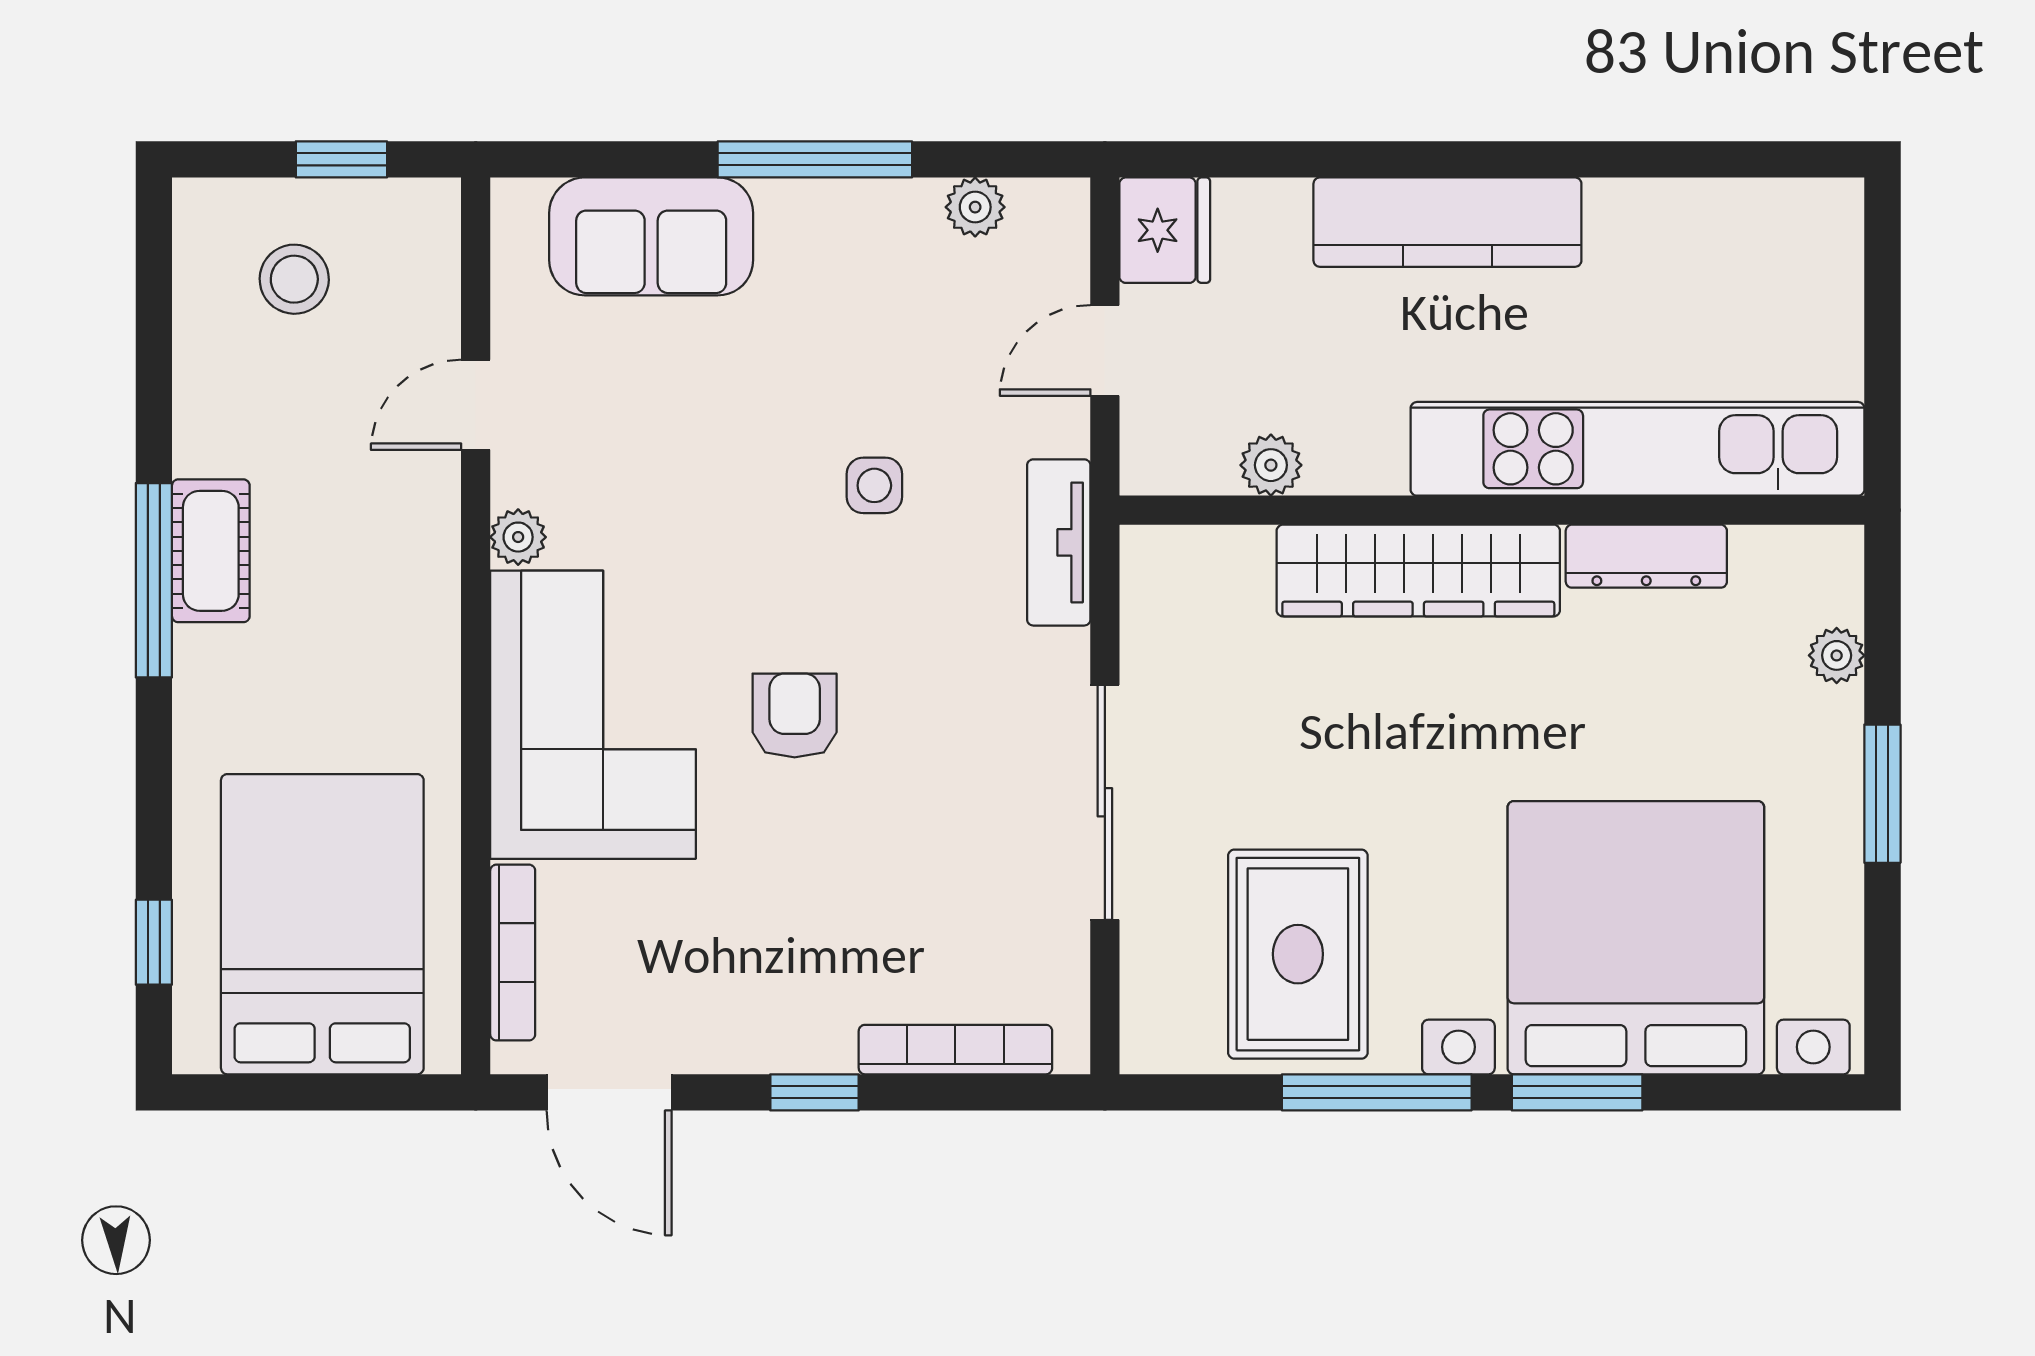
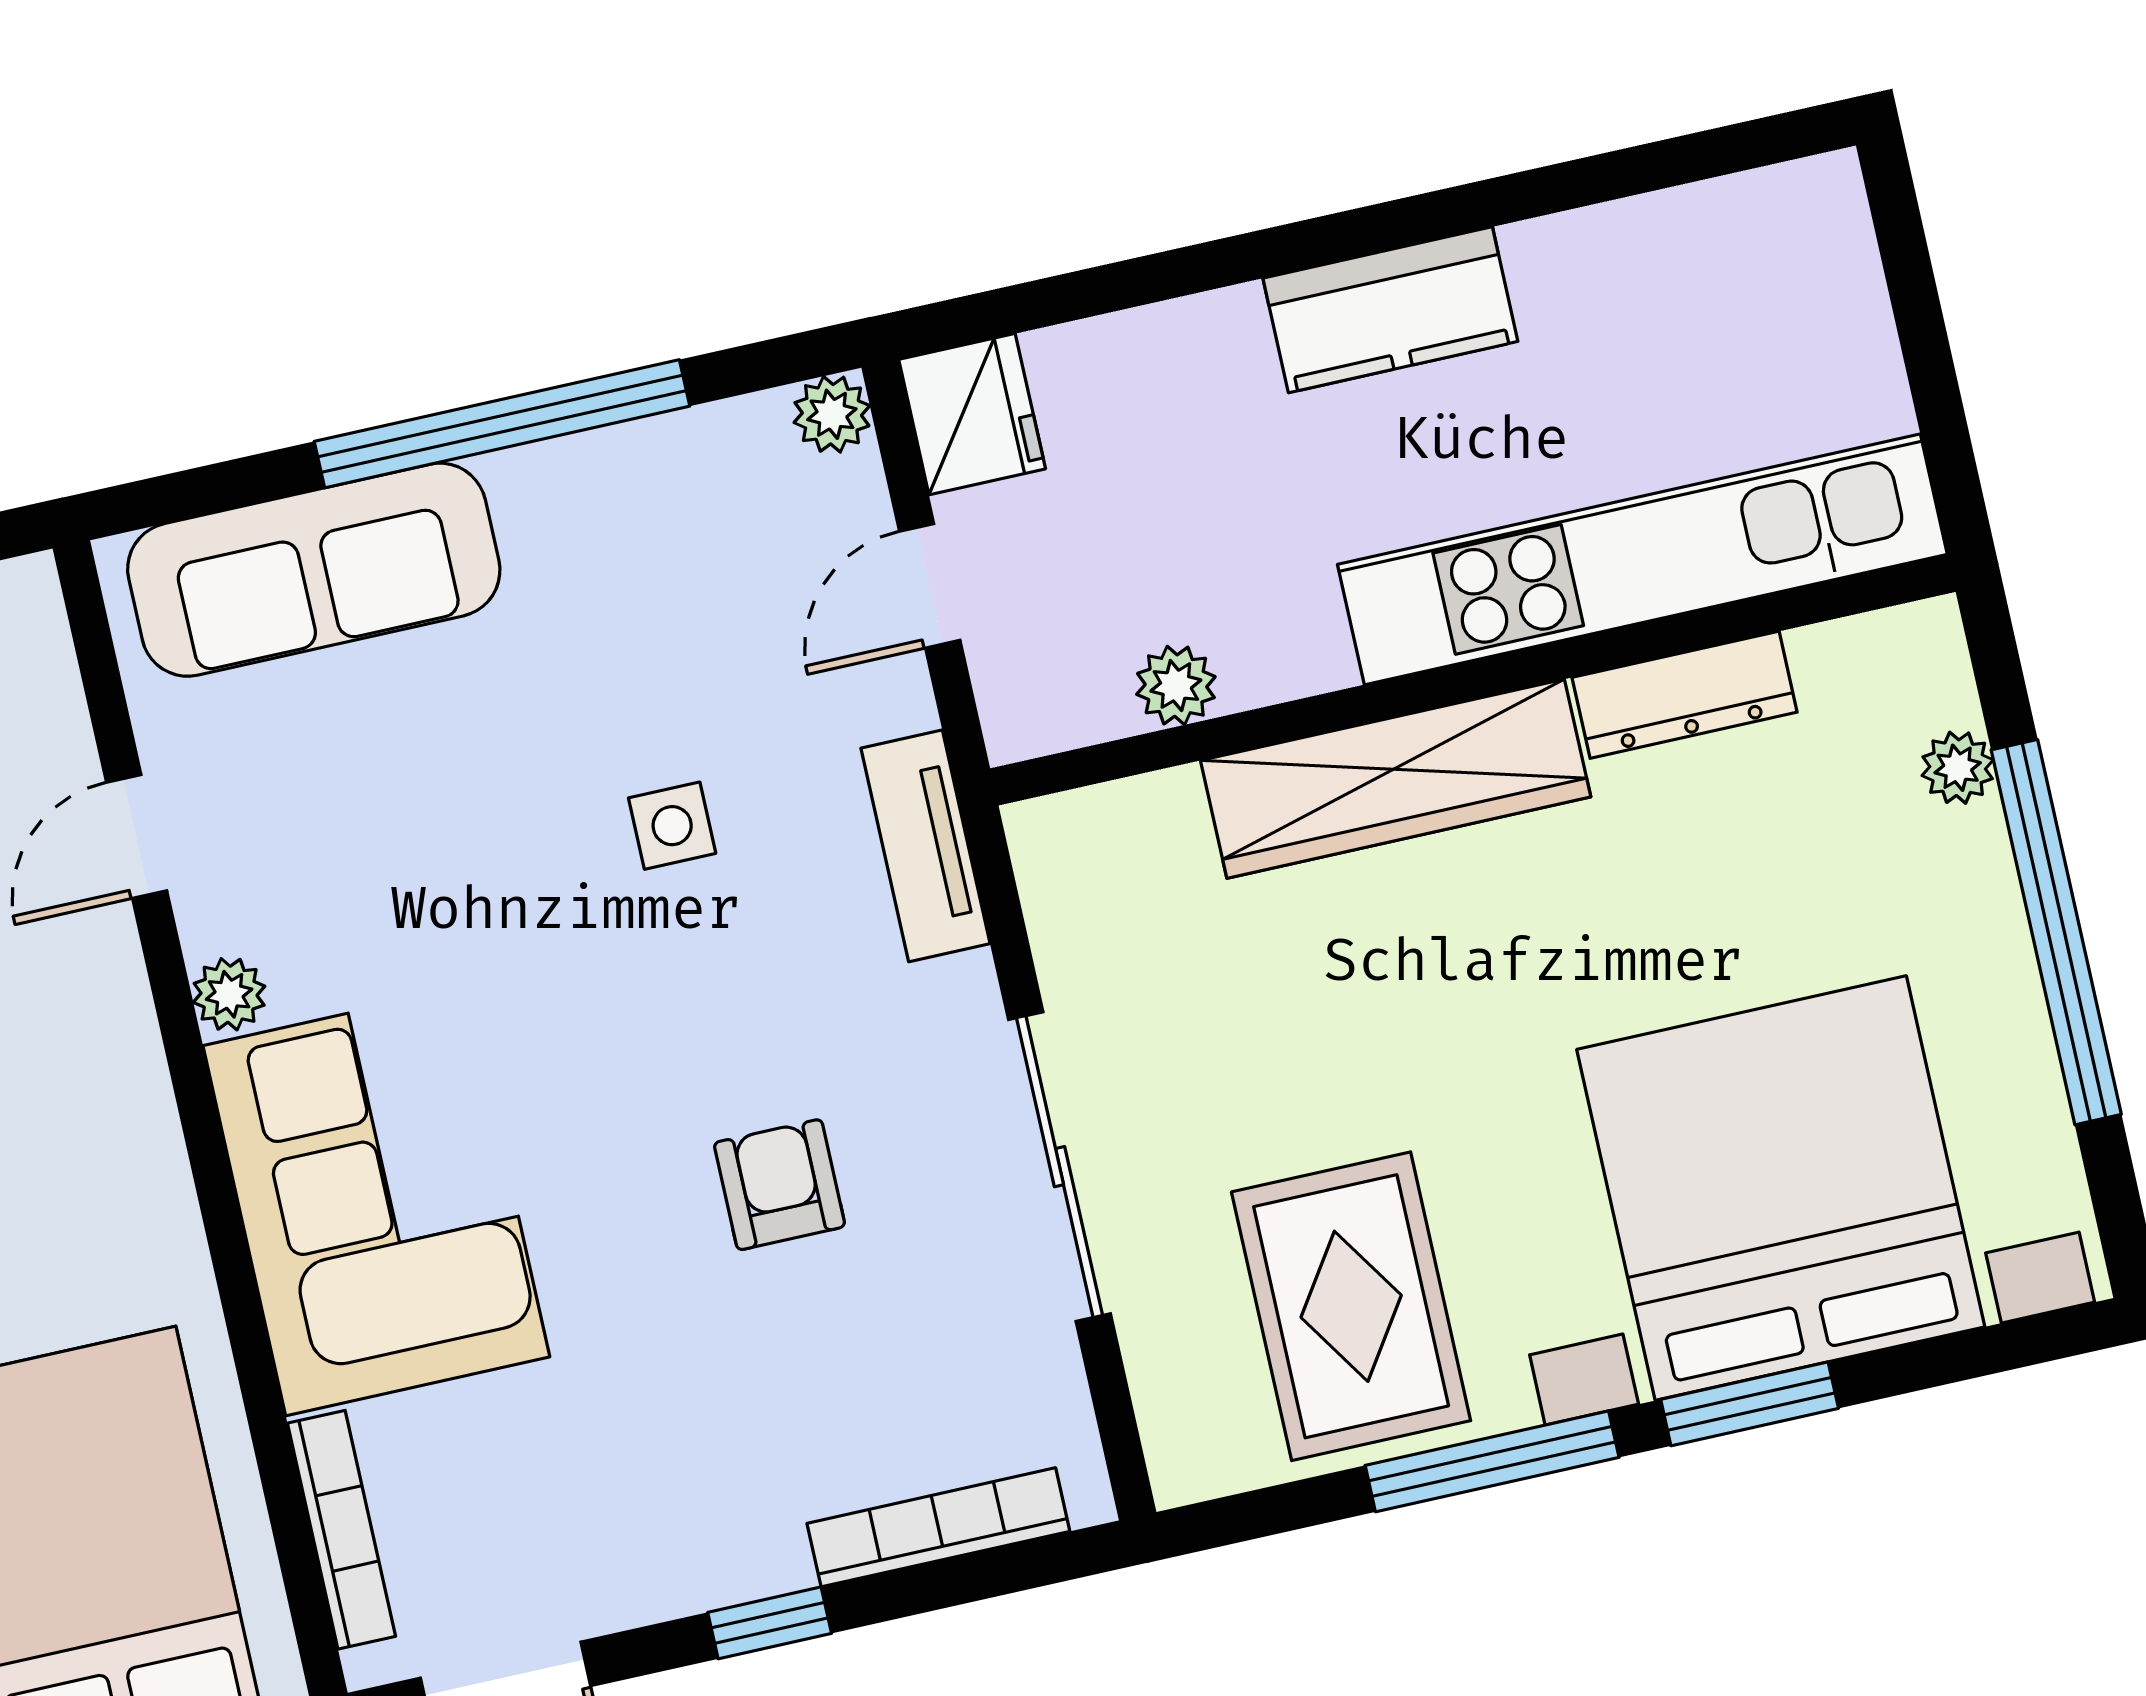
window: (815, 159) -> (502, 424), width x1.46
plant: (975, 207) -> (832, 414), moved
kitchen counter: (1447, 222) -> (1390, 310), width x0.67
sofa: (651, 236) -> (314, 570), width x1.36
armchair: (795, 716) -> (779, 1185), moved
window: (1882, 794) -> (2056, 932), width x2.11

